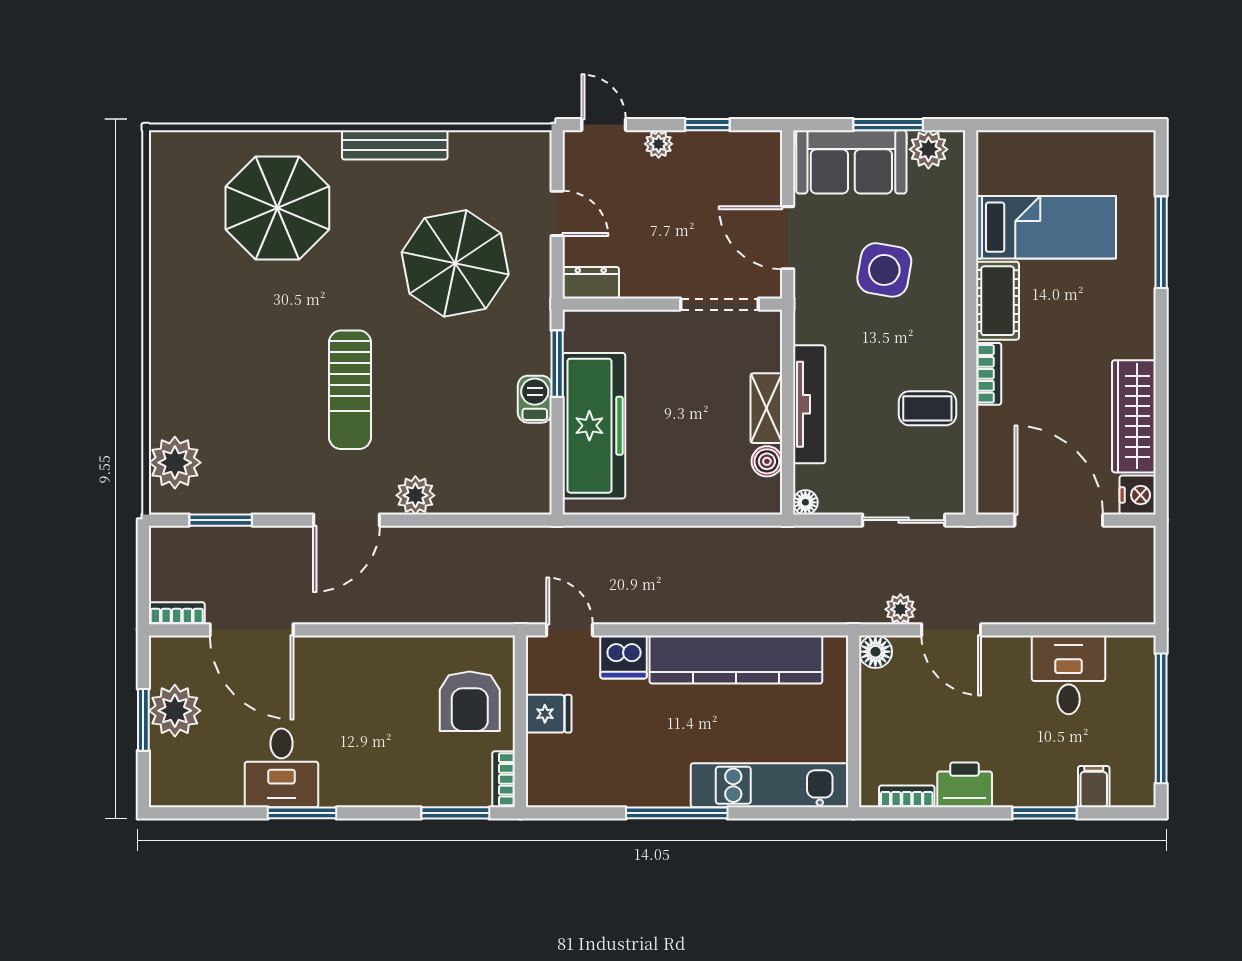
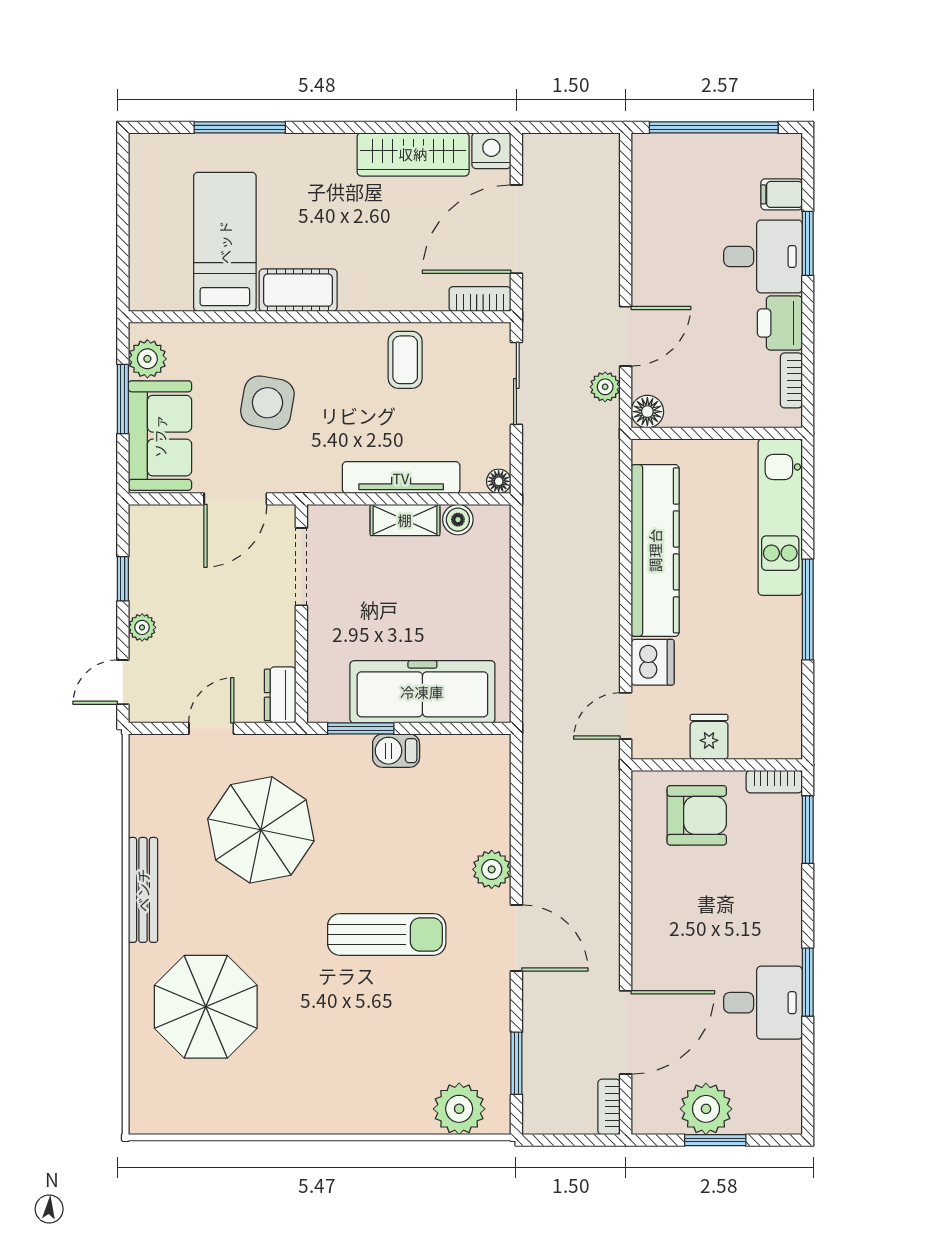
bookcase: (989, 374) -> (480, 299), moved
desk: (1069, 675) -> (763, 256), moved, turned 180

